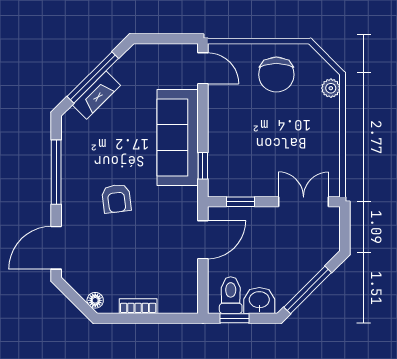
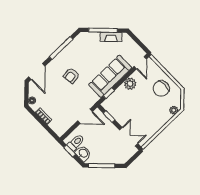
fireplace: (96, 95) -> (111, 37), moved
plant: (221, 117) -> (130, 84), added
door: (56, 248) -> (37, 72), swing flipped

